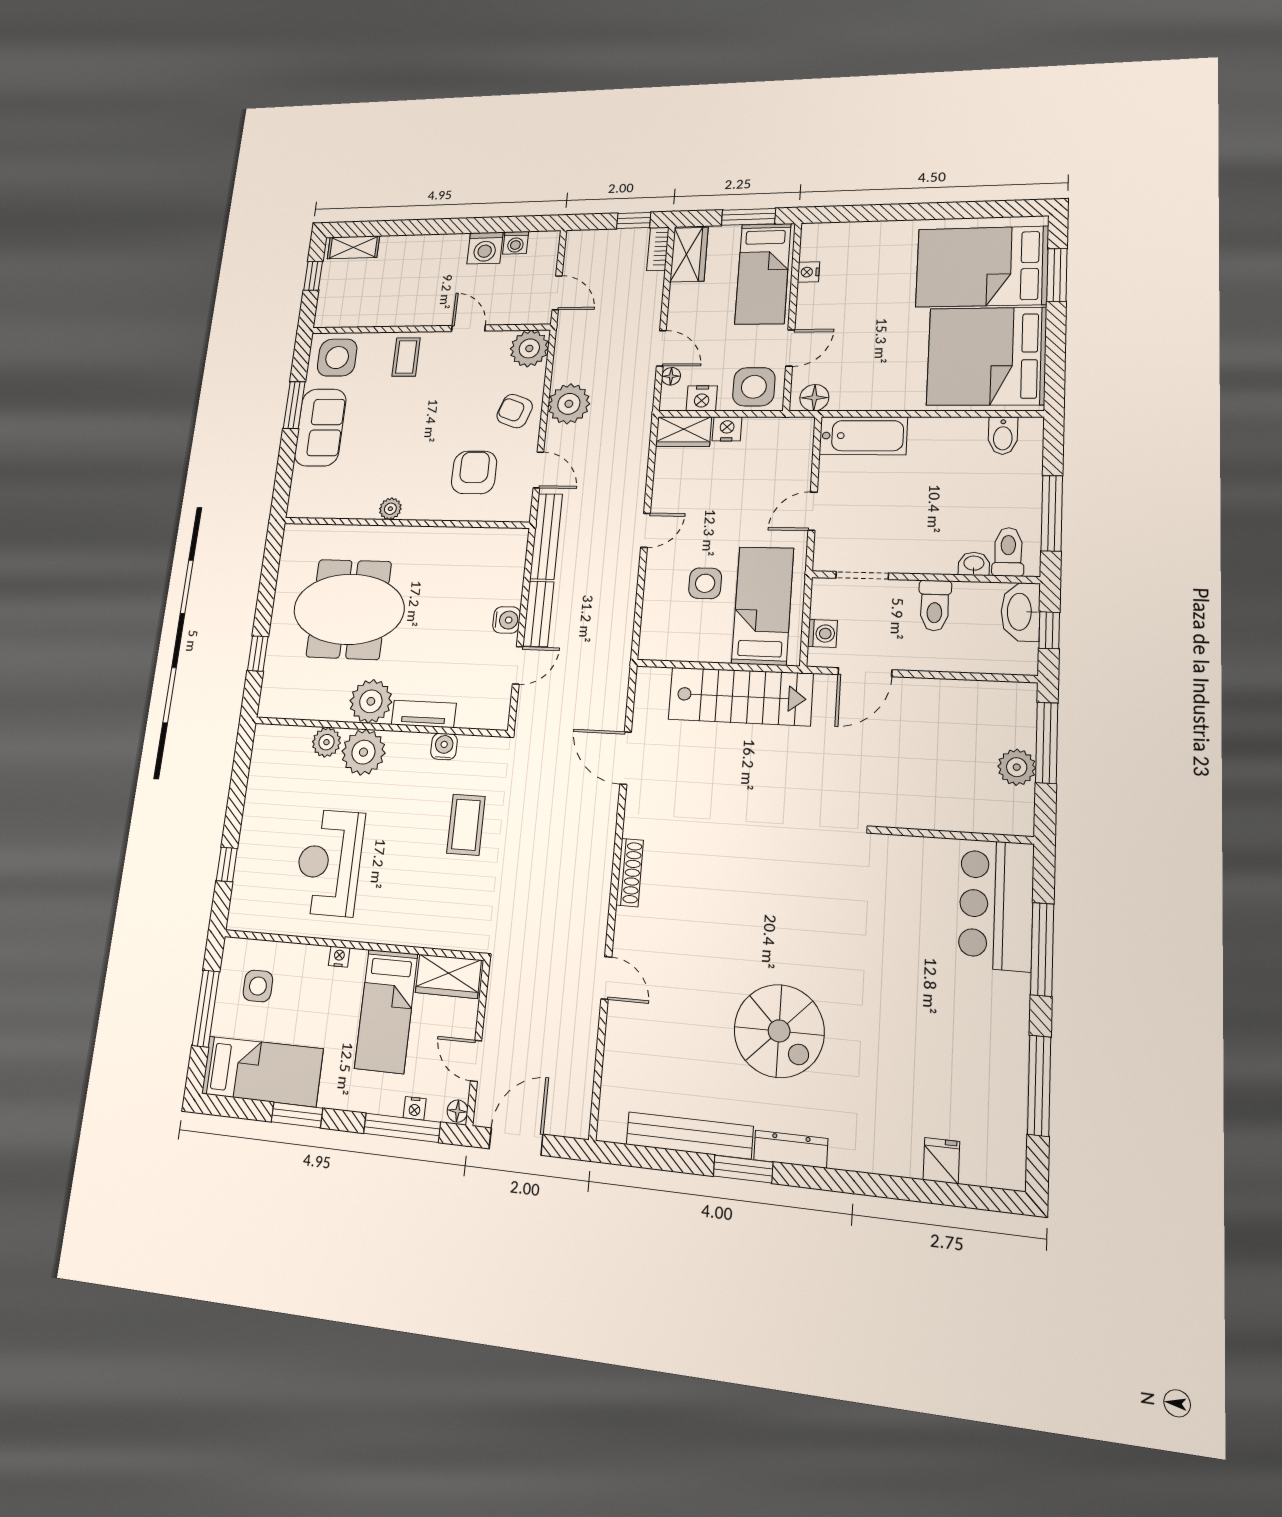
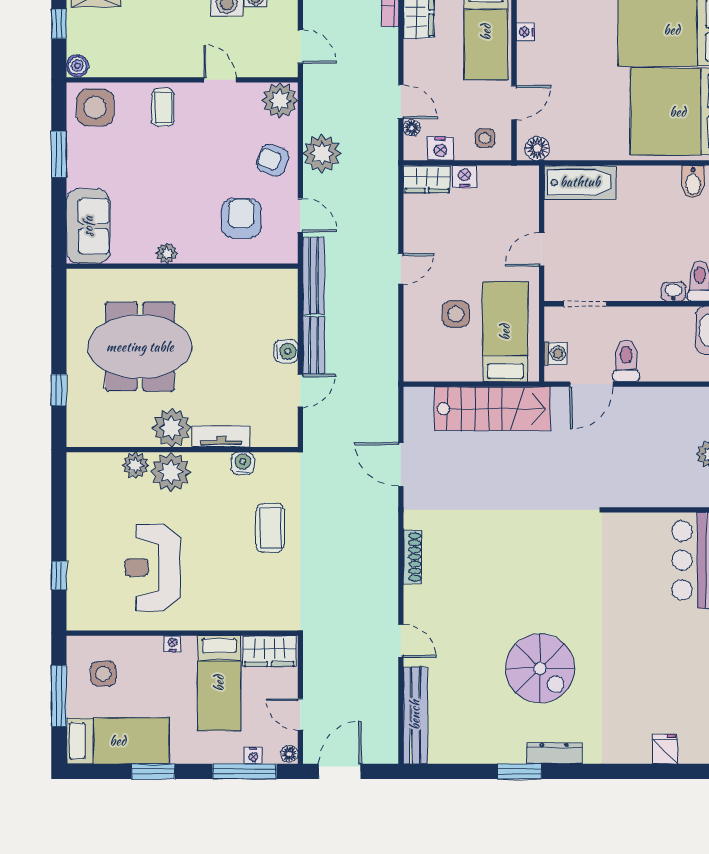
boiler: (325, 316) -> (77, 66), added
side table: (754, 387) -> (485, 138), width x0.54, depth x0.54
sofa: (320, 427) -> (88, 226), moved
toilet: (935, 606) -> (626, 361), moved, turned 180
bench: (689, 1135) -> (415, 715), moved, turned 90

